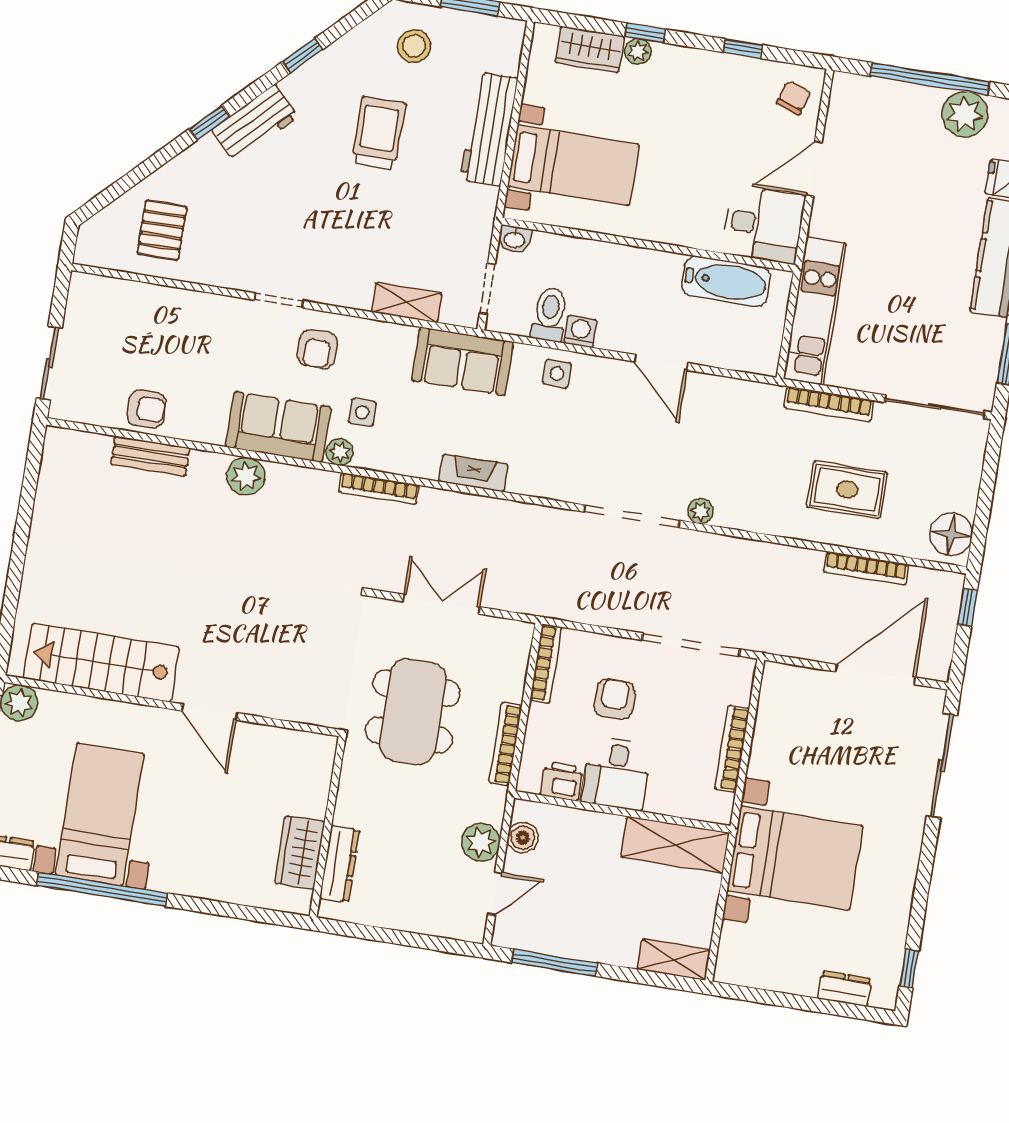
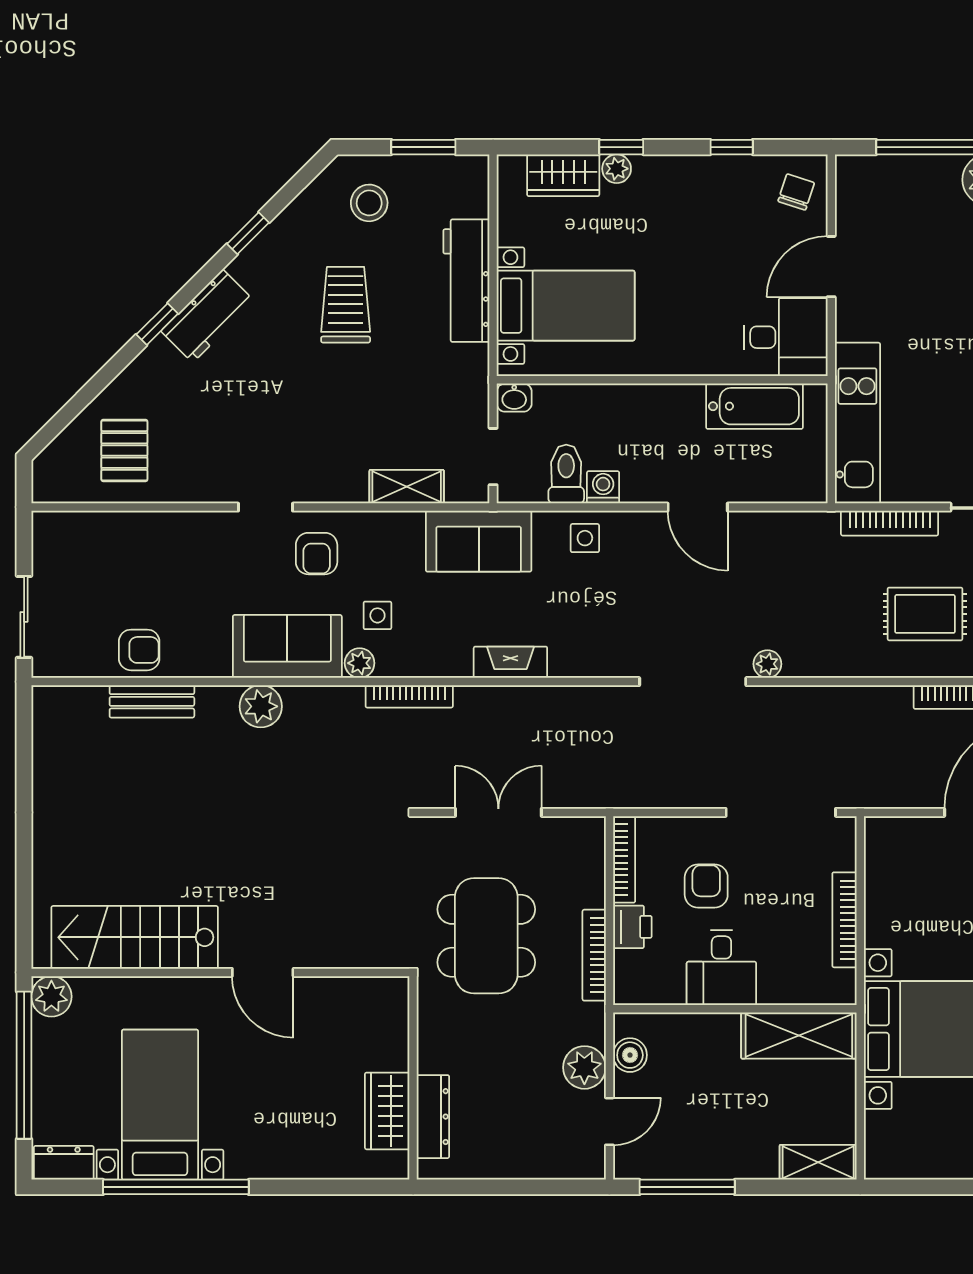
printer: (562, 781) -> (632, 927), moved, turned 90

